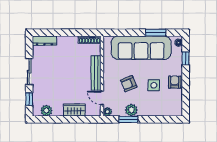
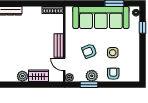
bench: (96, 73) -> (59, 45), width x0.73
armchair: (175, 82) -> (113, 74), moved
plant: (46, 111) -> (22, 76), moved

